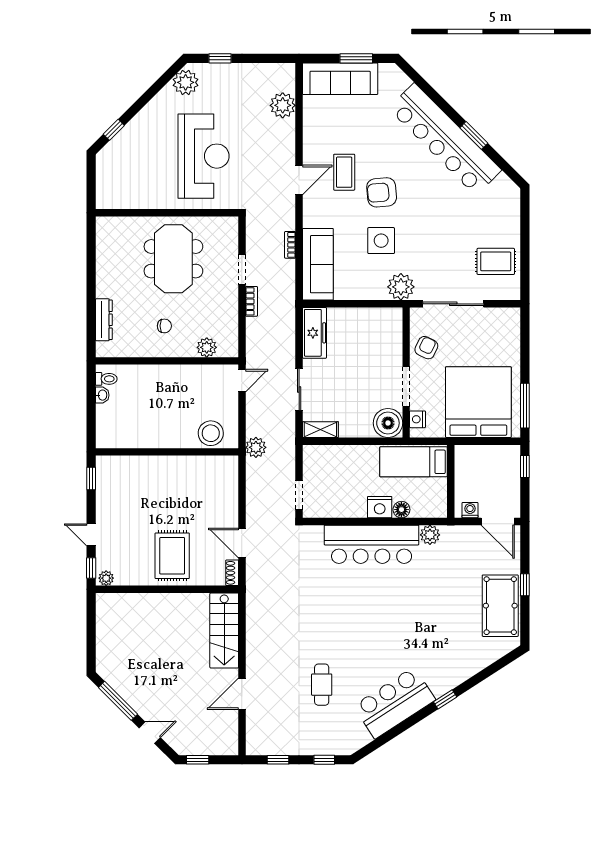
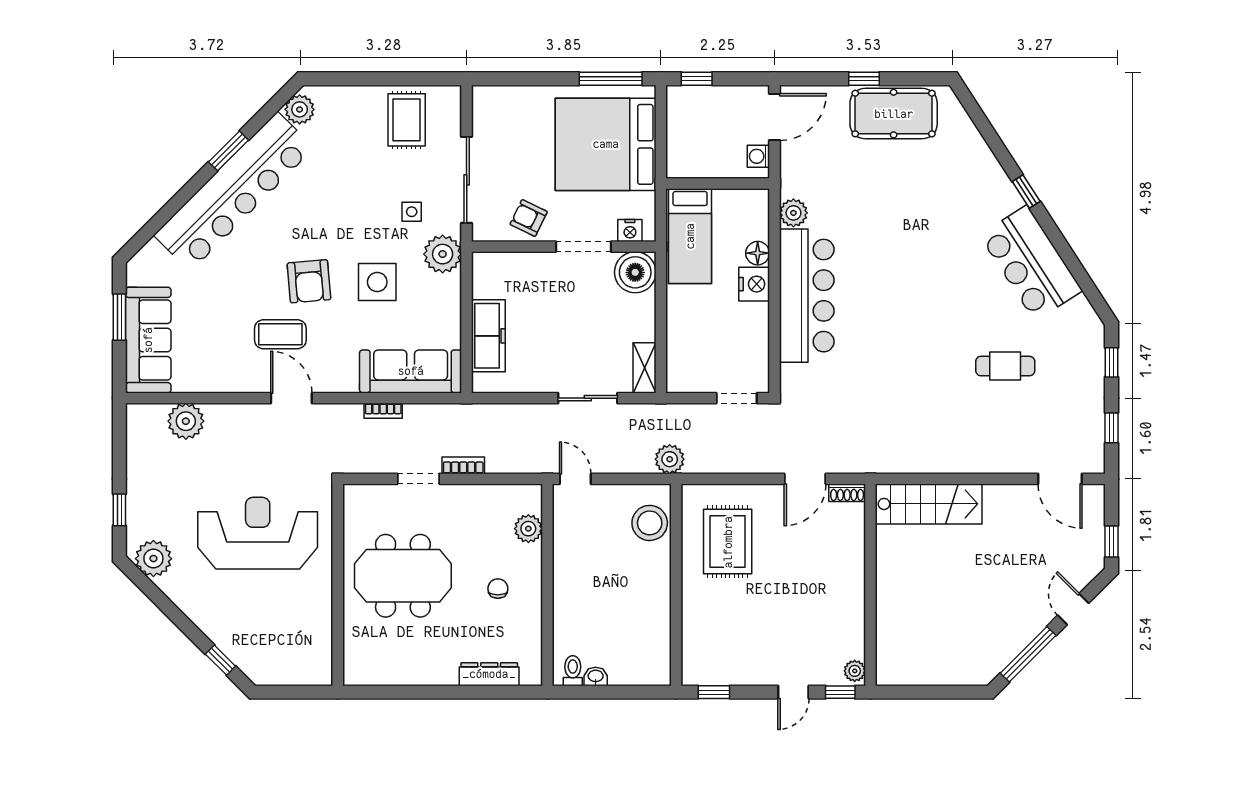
plant: (503, 186) -> (300, 109), added
side table: (431, 265) -> (412, 212), added
freezer: (314, 333) -> (488, 336), moved, turned 90
rug: (172, 556) -> (728, 542), moved, turned 90
door: (242, 694) -> (1060, 479), moved

